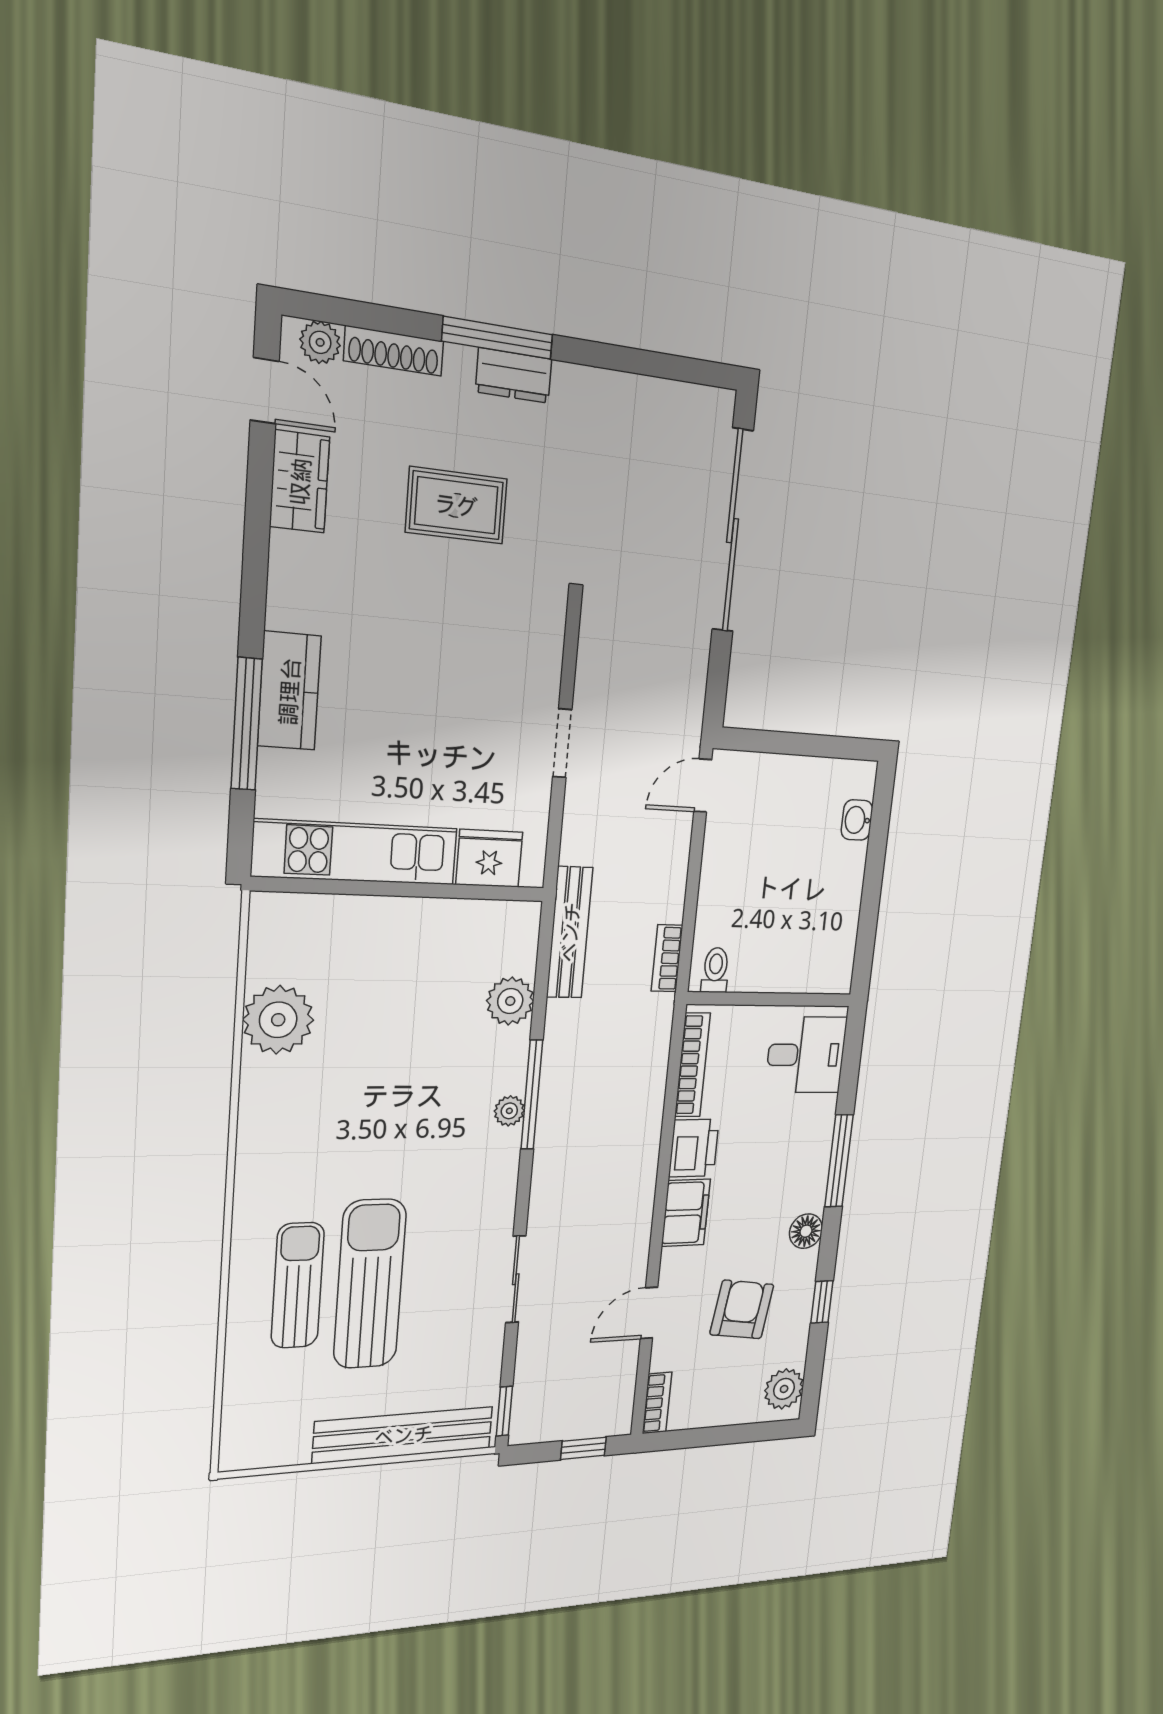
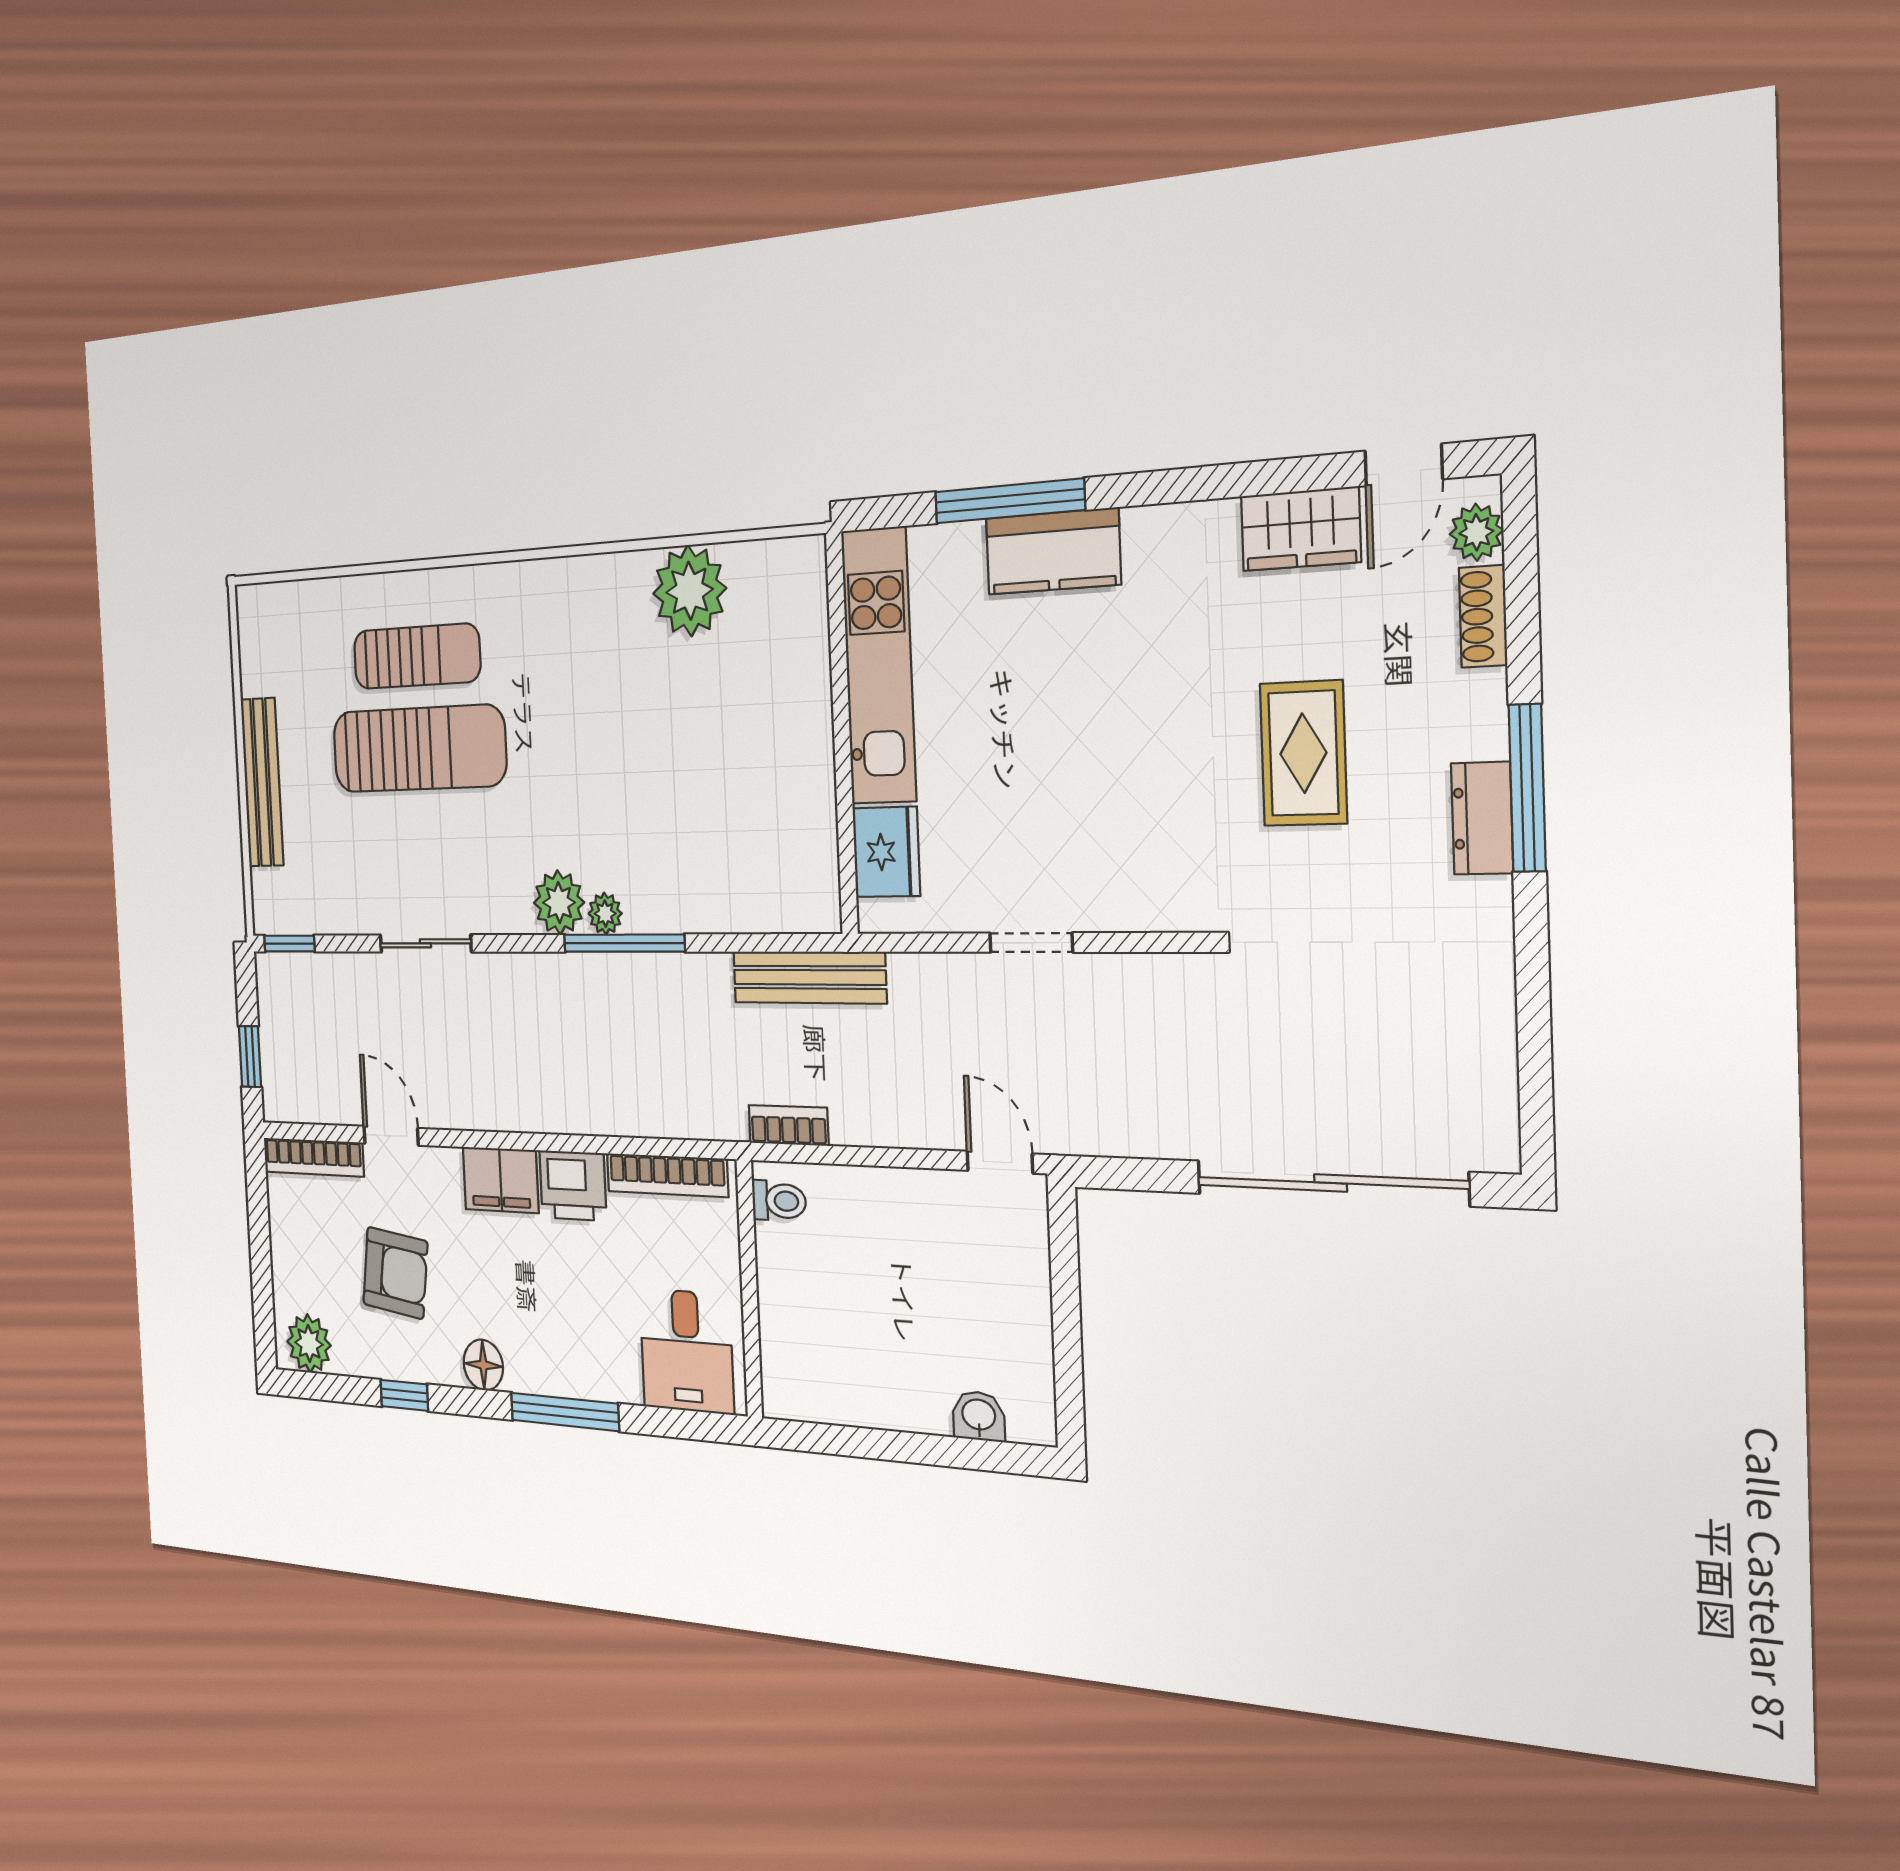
shoe rack: (394, 351) -> (1483, 616), width x0.70
plant: (510, 1001) -> (559, 903), moved
bookcase: (657, 1403) -> (313, 1157), width x1.56
bench: (404, 1435) -> (262, 782), width x0.73, depth x0.82

